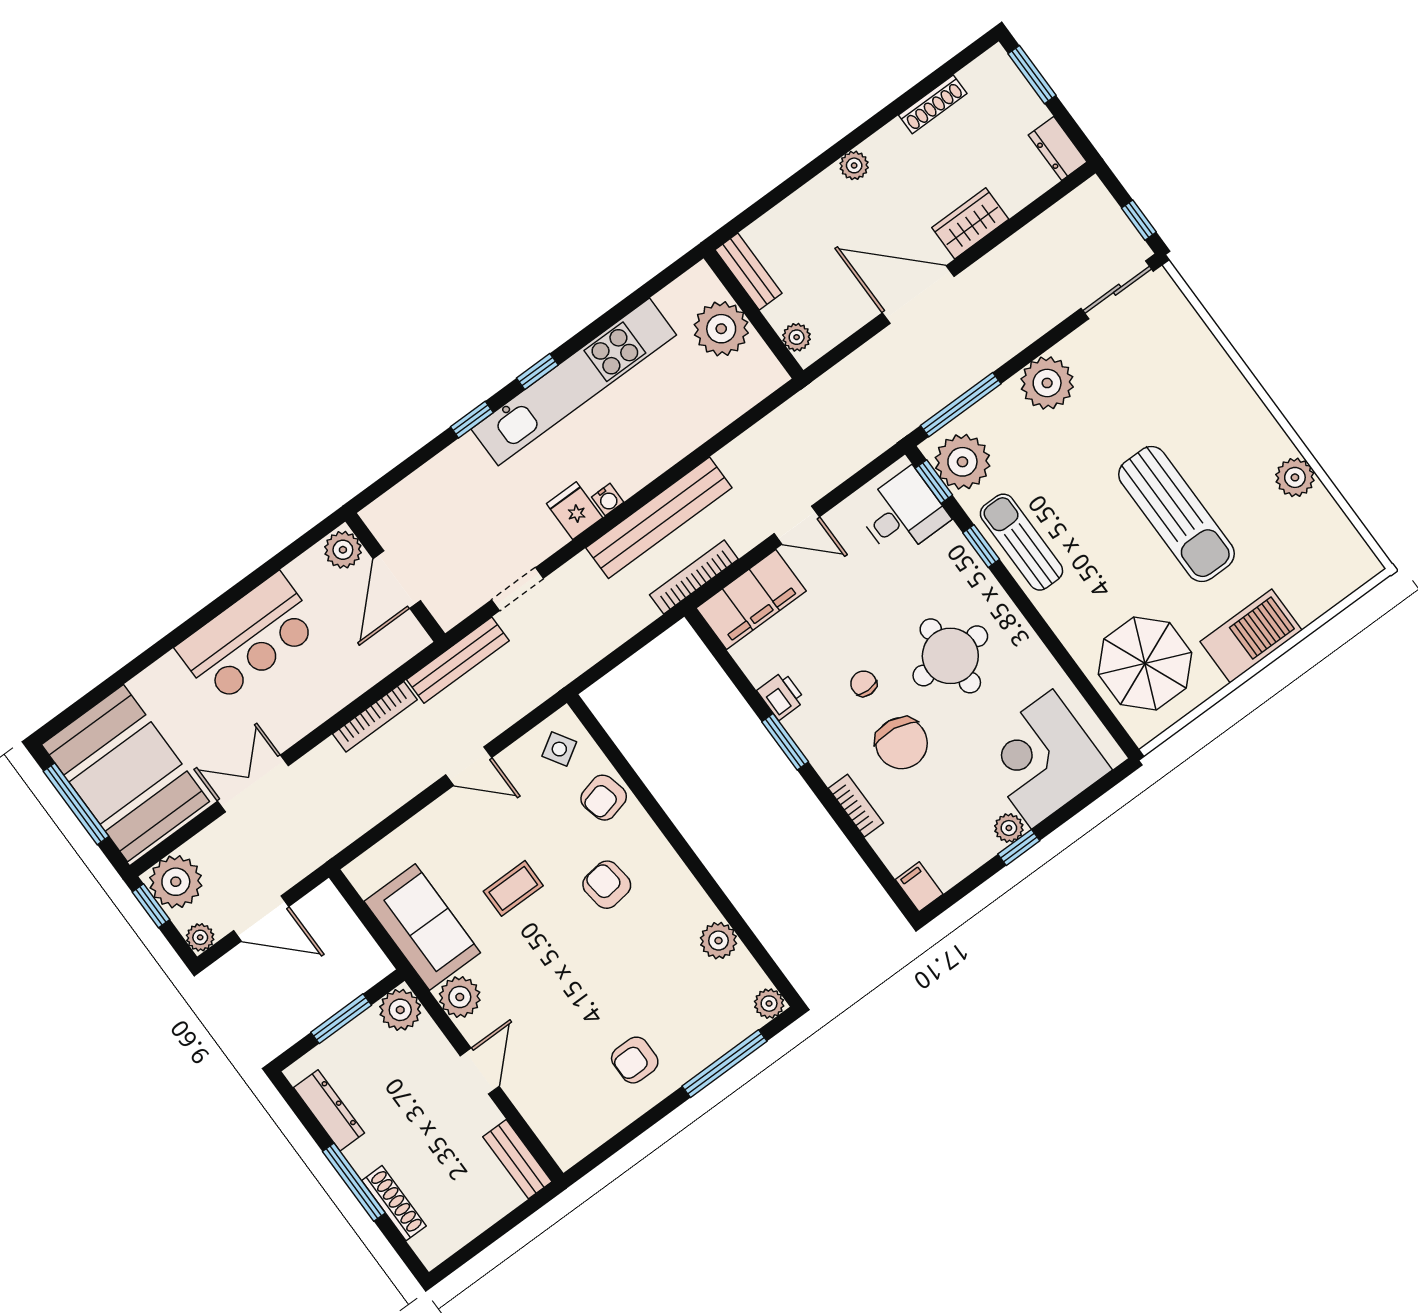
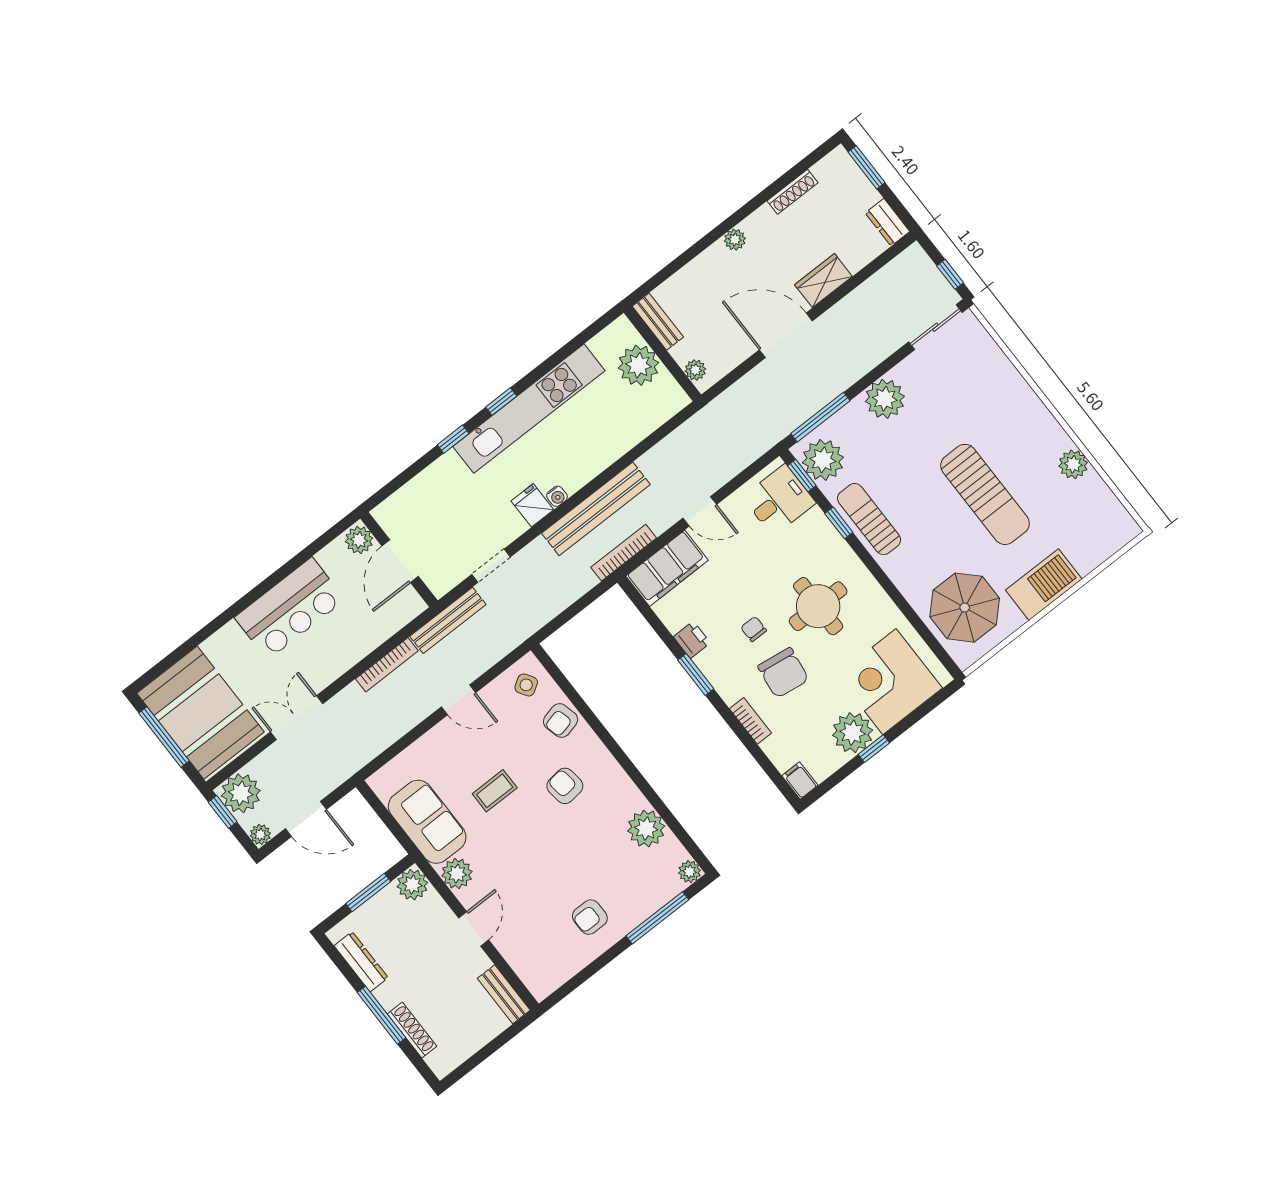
plant: (1009, 828) -> (853, 733), width x1.88, depth x1.88
plant: (718, 941) -> (646, 829), width x1.36, depth x1.36

